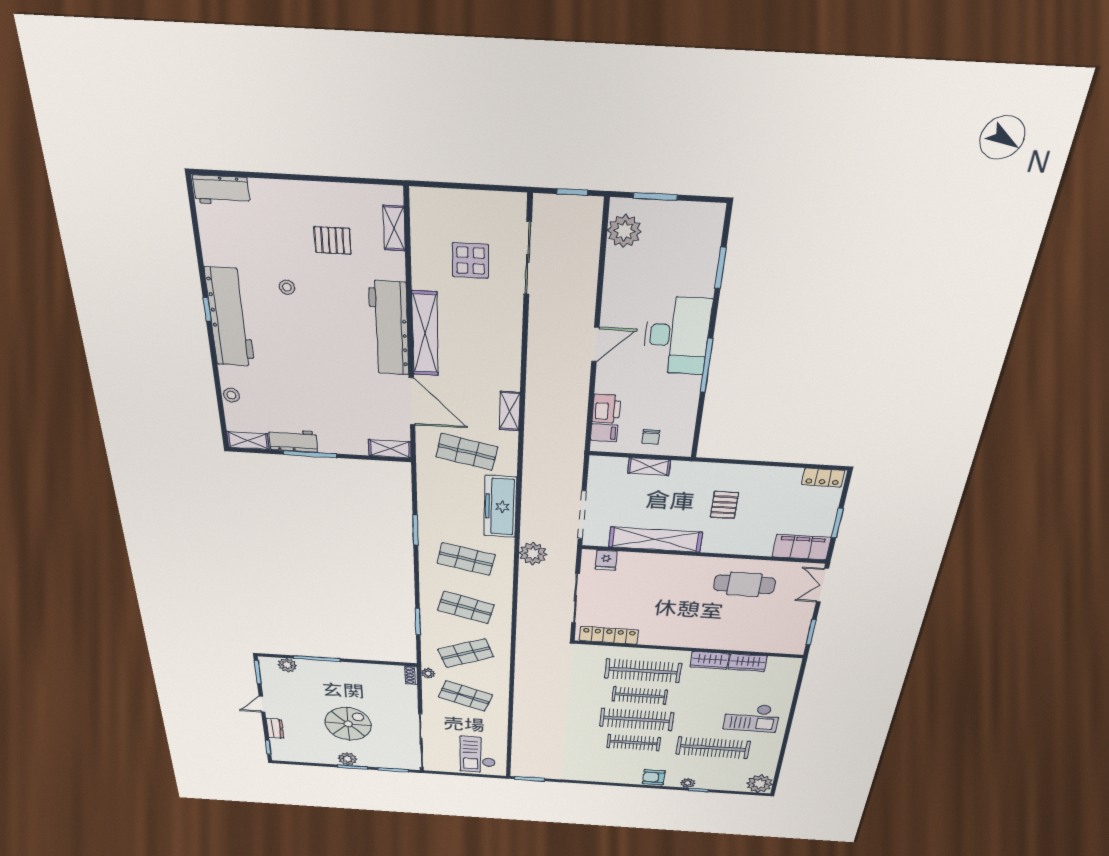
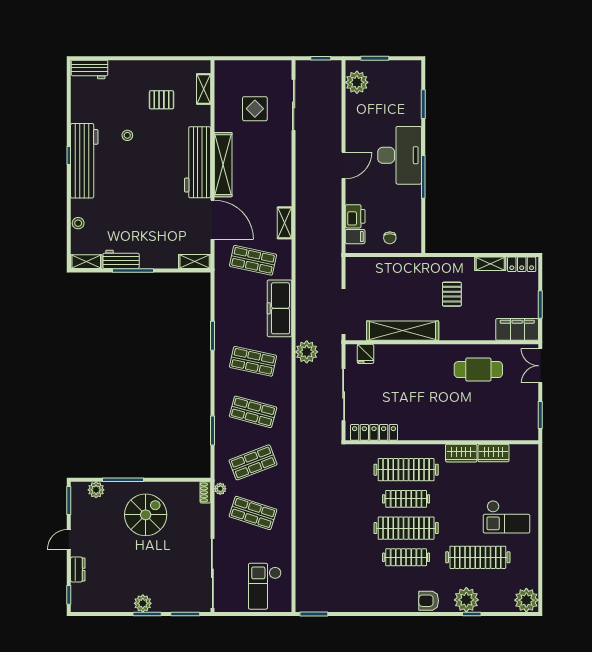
shelving: (649, 467) -> (490, 264), moved
spiral stairs: (348, 724) -> (146, 515), moved
plant: (688, 783) -> (466, 600), width x1.88, depth x1.88

